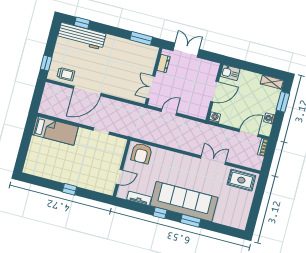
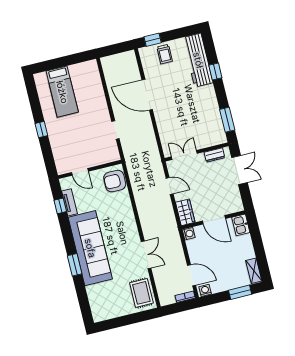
window: (82, 23) -> (215, 72), moved
trolley: (66, 74) -> (165, 54), moved
wardrobe: (196, 111) -> (185, 212), added
washing machine: (269, 118) -> (205, 290), moved
bed: (55, 131) -> (62, 92), moved
window: (160, 213) -> (60, 206), moved

